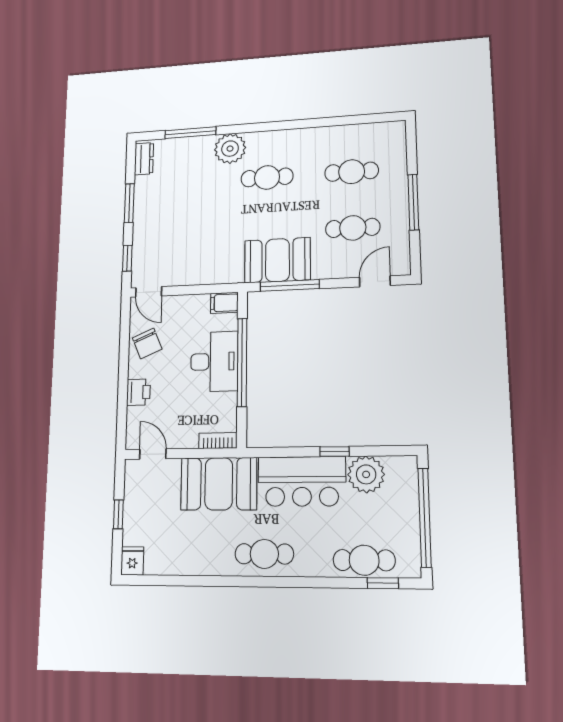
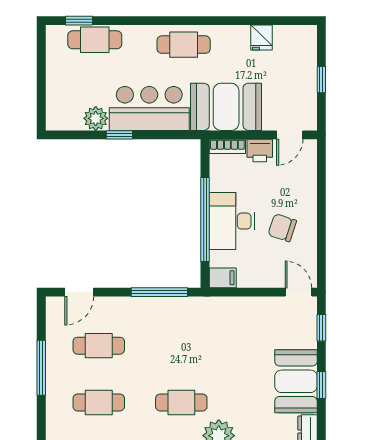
window: (129, 203) -> (321, 385), width x0.67
booth: (277, 260) -> (296, 381), moved, turned 90
chair: (147, 344) -> (282, 228), moved, turned -49
printer: (138, 392) -> (260, 151), moved, turned -90
door: (153, 454) -> (290, 135), hinge flipped
plant: (366, 474) -> (96, 118), width x0.73, depth x0.73
window: (425, 517) -> (41, 77), removed
fridge: (132, 561) -> (262, 38), moved

